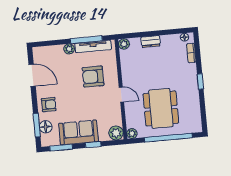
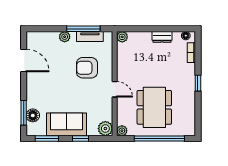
dresser: (151, 42) -> (162, 37), moved
tv unit: (93, 46) -> (90, 36), width x0.71
armchair: (49, 105) -> (38, 93), removed

